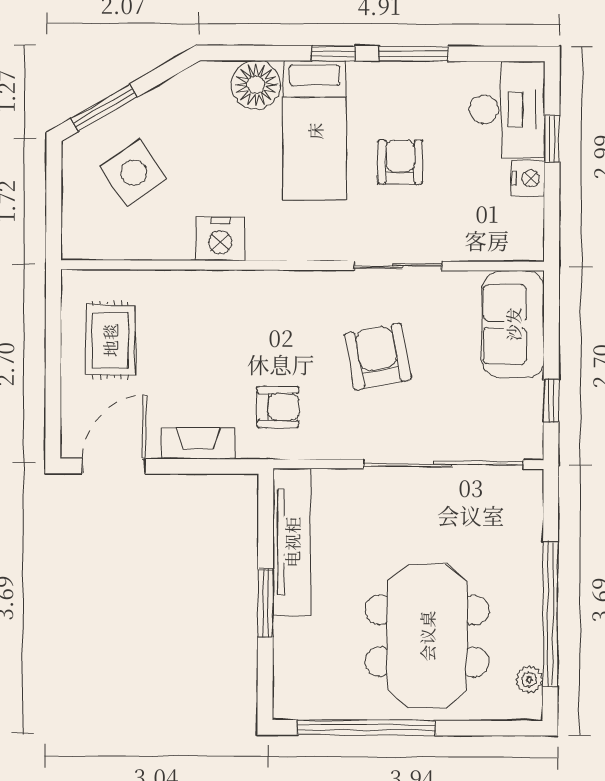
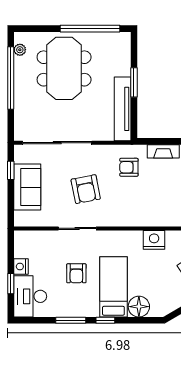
sofa: (513, 324) -> (27, 187), moved

